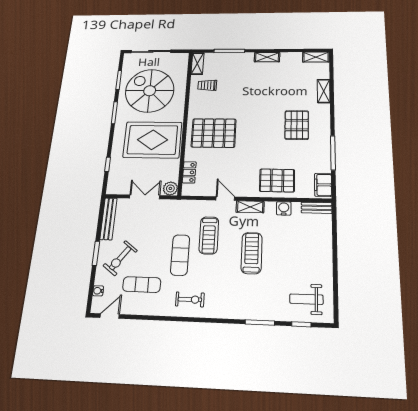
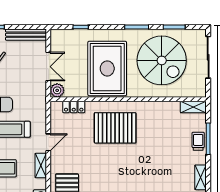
trolley: (207, 85) -> (198, 141), moved
spiral stairs: (150, 91) -> (162, 60), turned 90
pallet: (214, 133) -> (115, 128), turned 90

